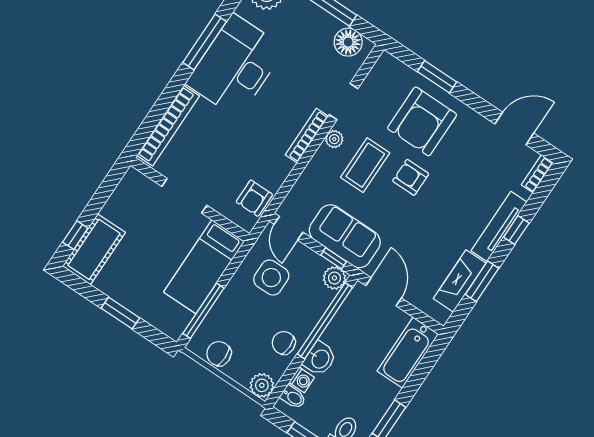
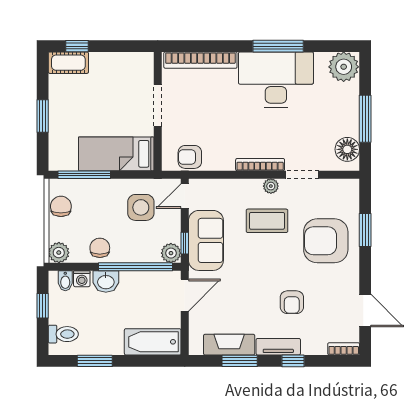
armchair: (411, 177) -> (292, 302), moved, turned 180
tv unit: (499, 226) -> (278, 347), width x0.71
cot: (94, 249) -> (68, 63), width x0.73, depth x0.75

